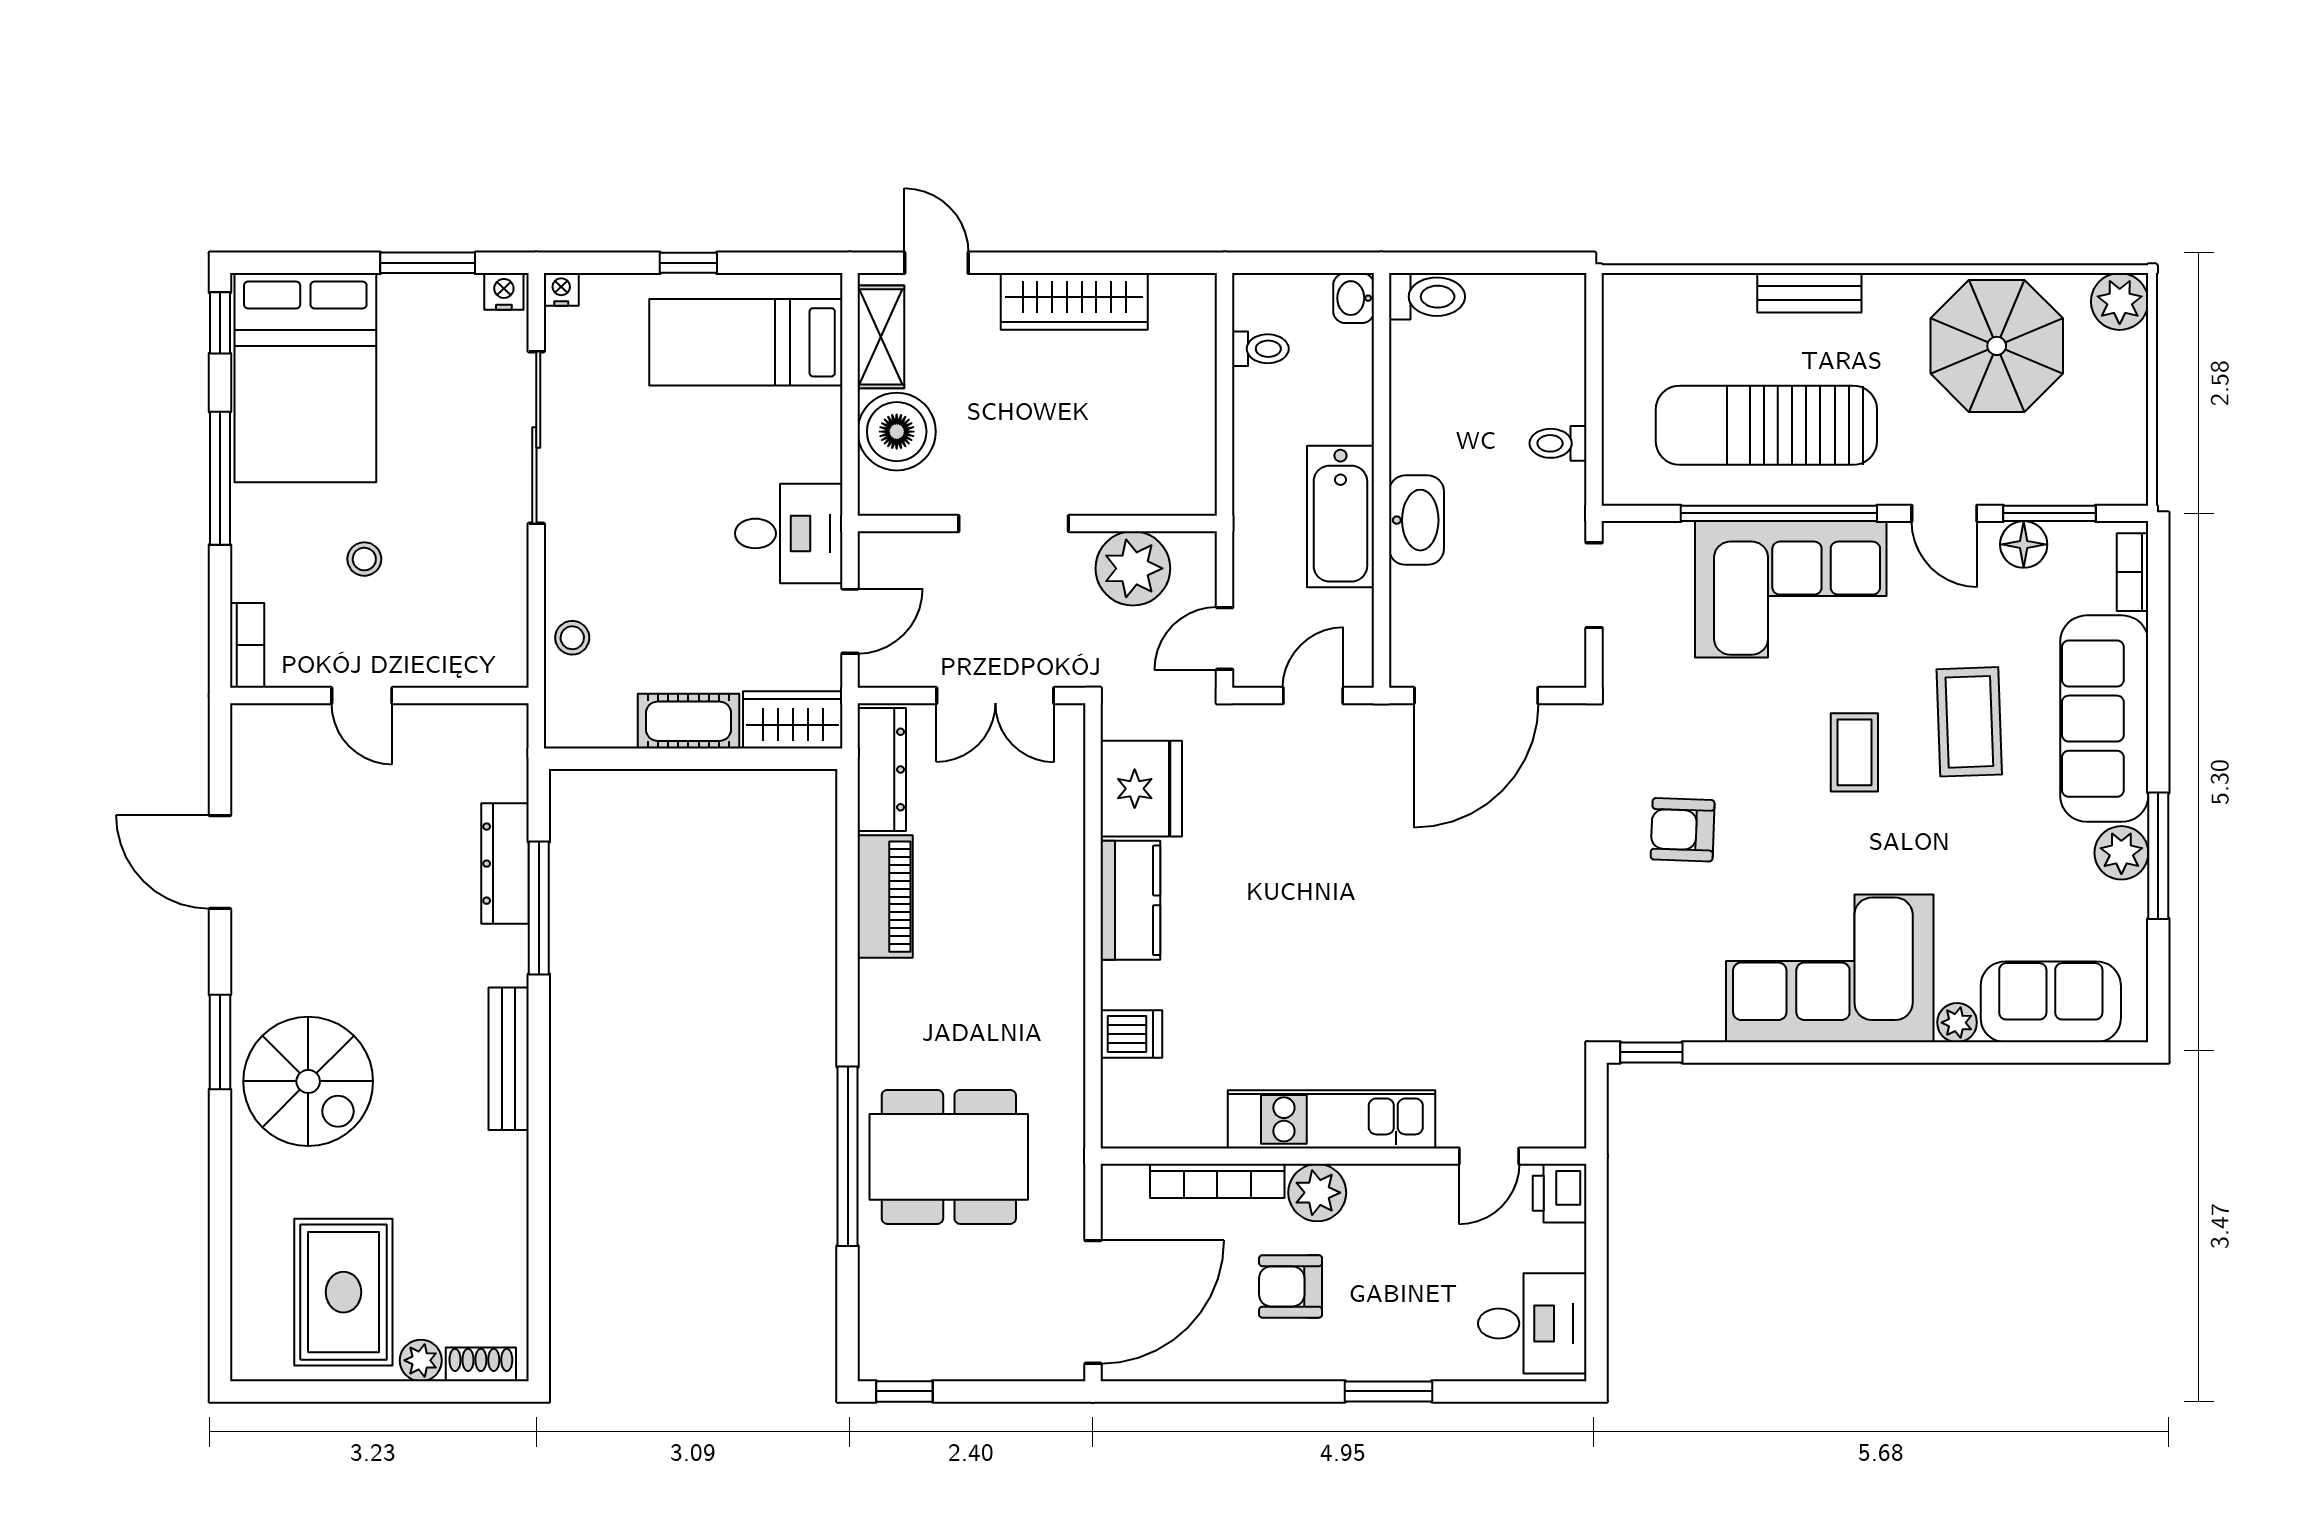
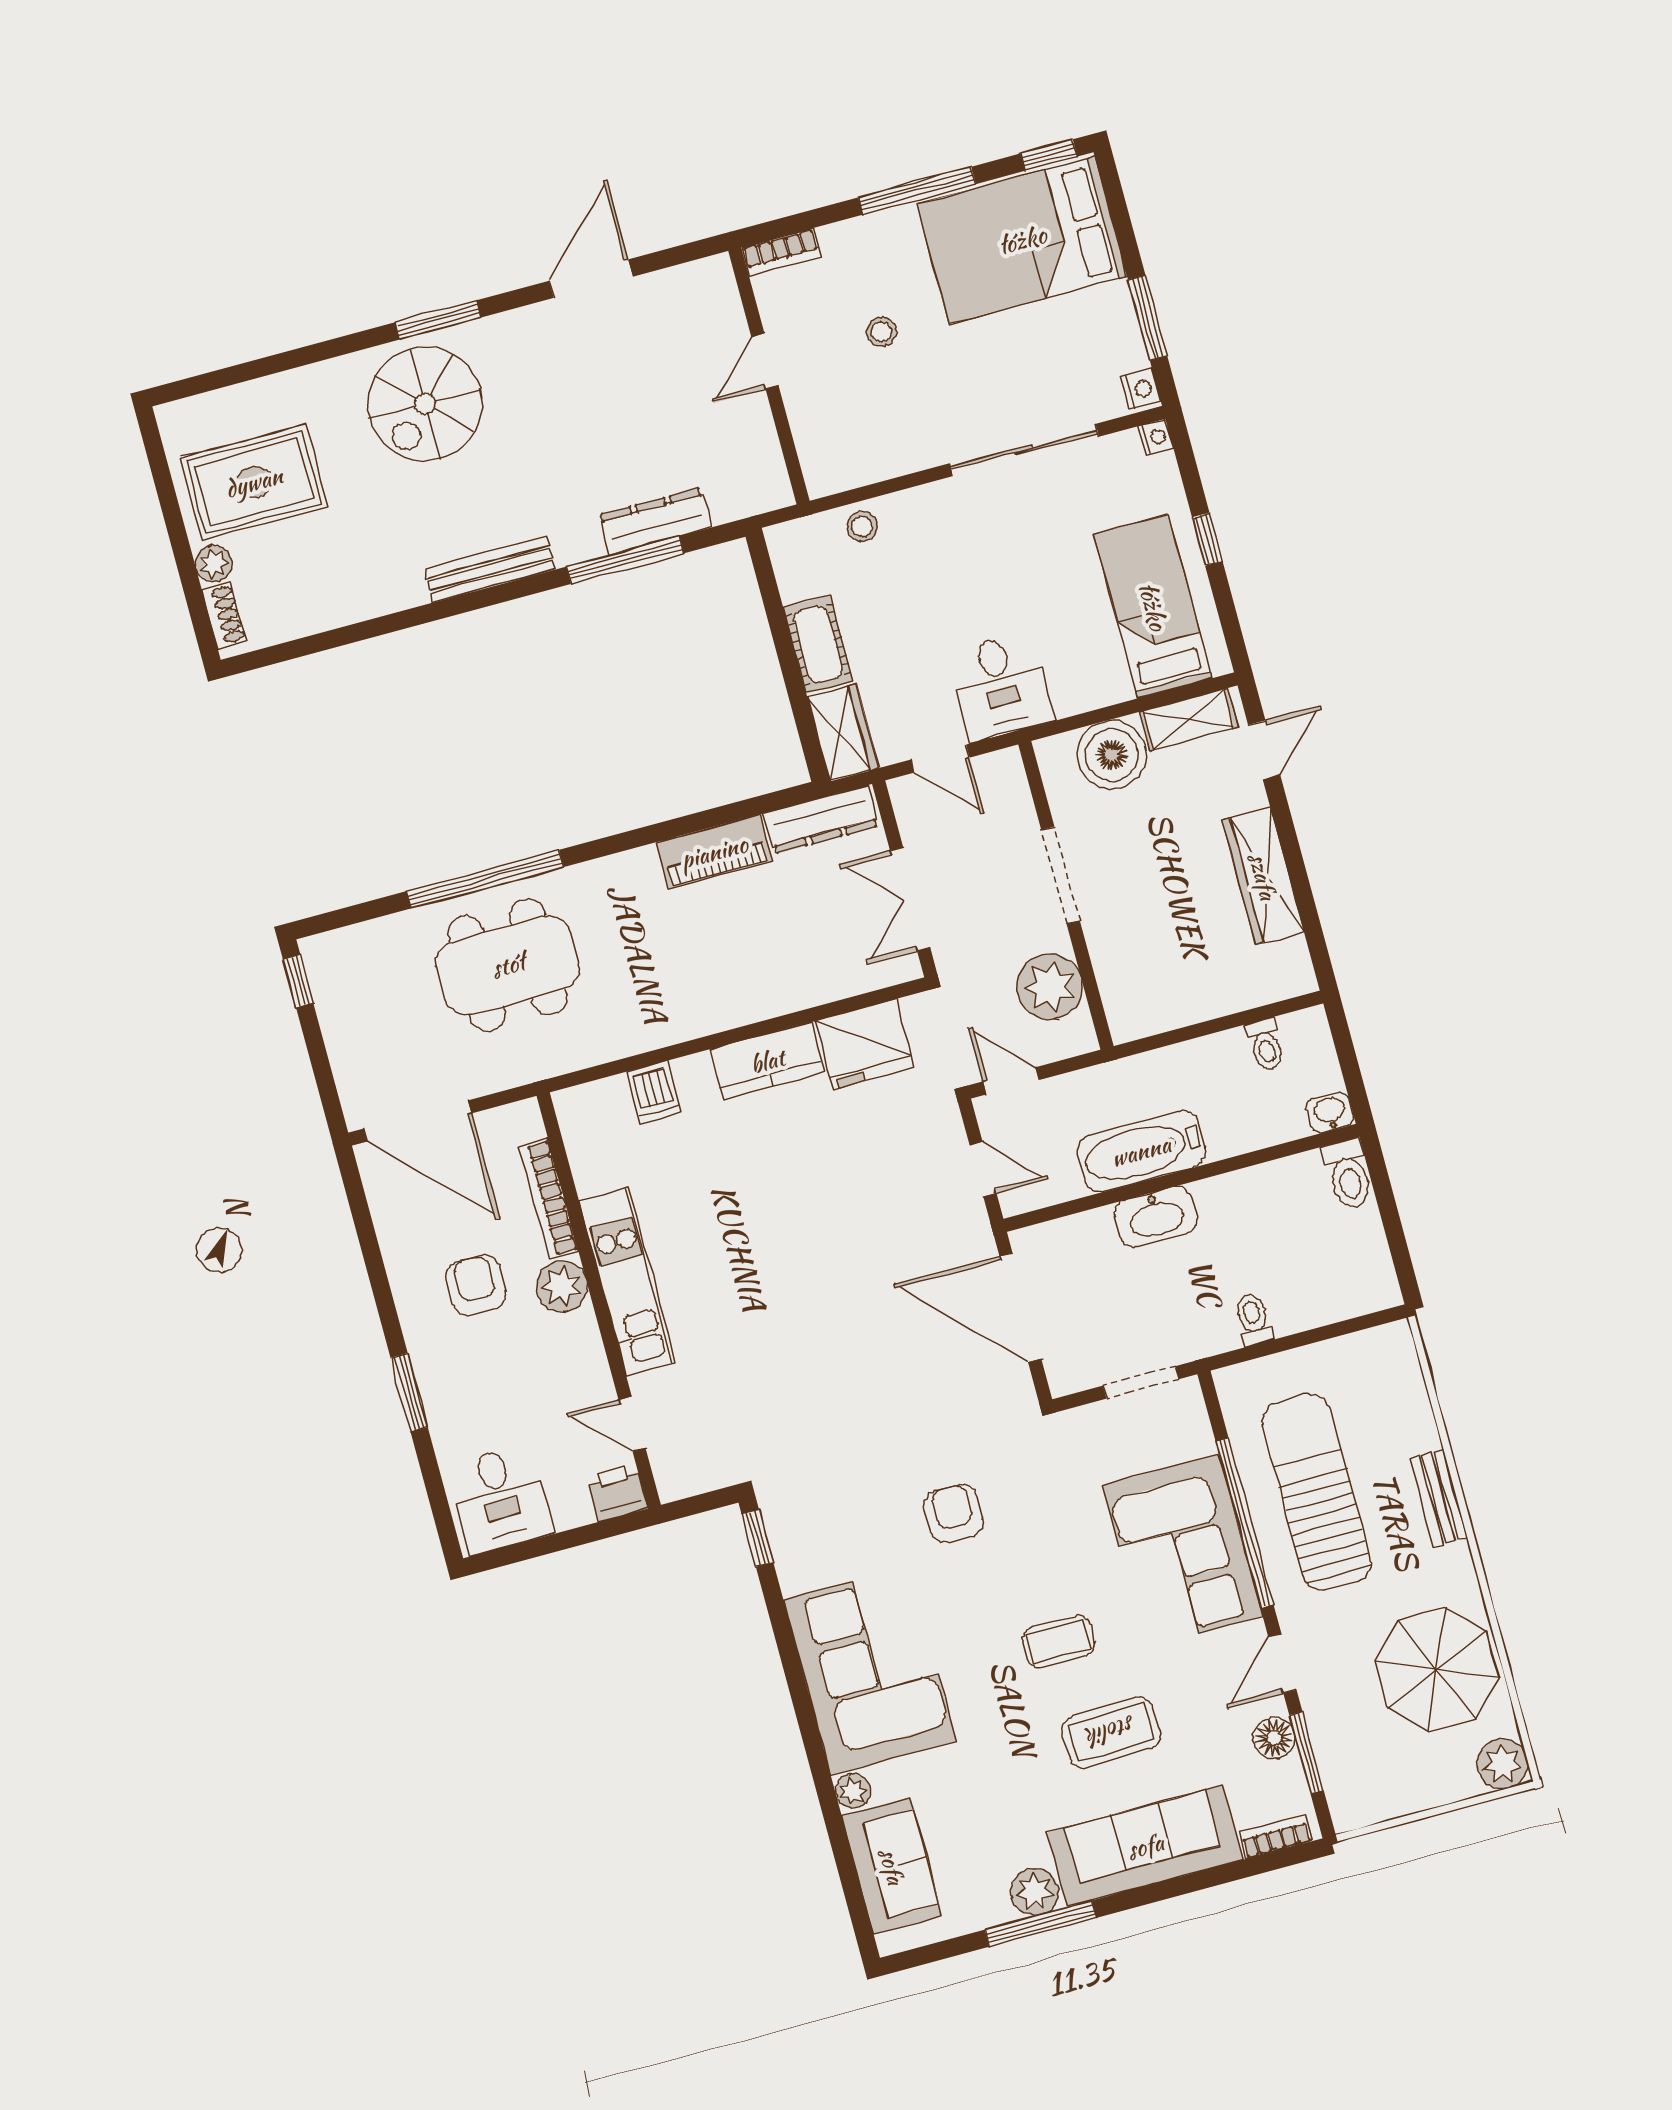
dining table: (949, 1157) -> (508, 965), turned 90

